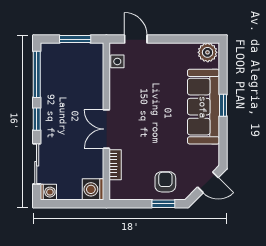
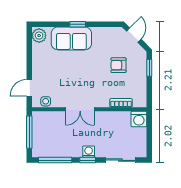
window: (75, 39) -> (29, 132), width x1.44
sofa: (203, 107) -> (71, 38), width x0.73
double door: (106, 129) -> (80, 109), moved
armchair: (165, 182) -> (118, 65), moved
washing machine: (48, 192) -> (89, 152), moved

